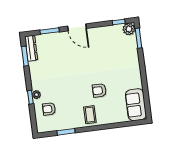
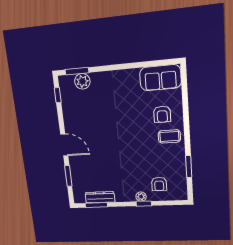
door: (77, 27) -> (64, 145), hinge flipped
plant: (129, 29) -> (82, 81), moved
dresser: (31, 48) -> (100, 197), moved
armchair: (99, 90) -> (162, 114), moved

